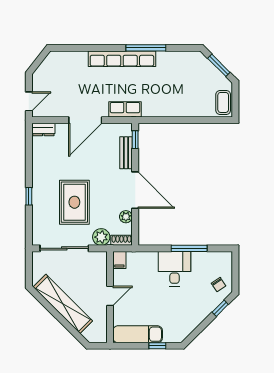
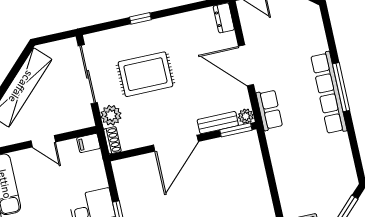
window: (146, 48) -> (341, 87), moved
window: (135, 140) -> (236, 130), width x1.50
plant: (126, 217) -> (246, 116), moved

